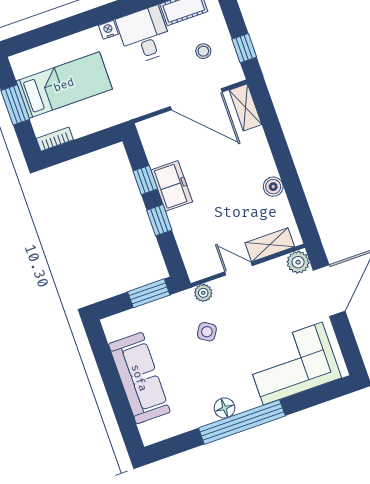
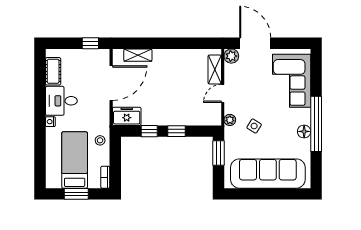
stool: (203, 51) -> (100, 140), moved
shelving: (245, 107) -> (138, 55), moved
freezer: (172, 186) -> (127, 116), moved
boiler: (273, 187) -> (180, 55), removed
sofa: (139, 378) -> (268, 174), width x1.36, depth x1.27

